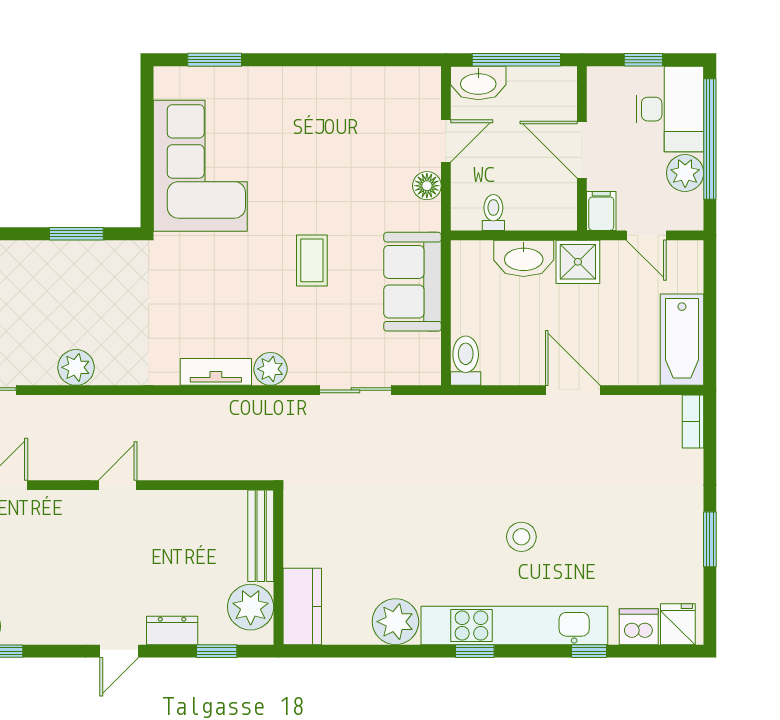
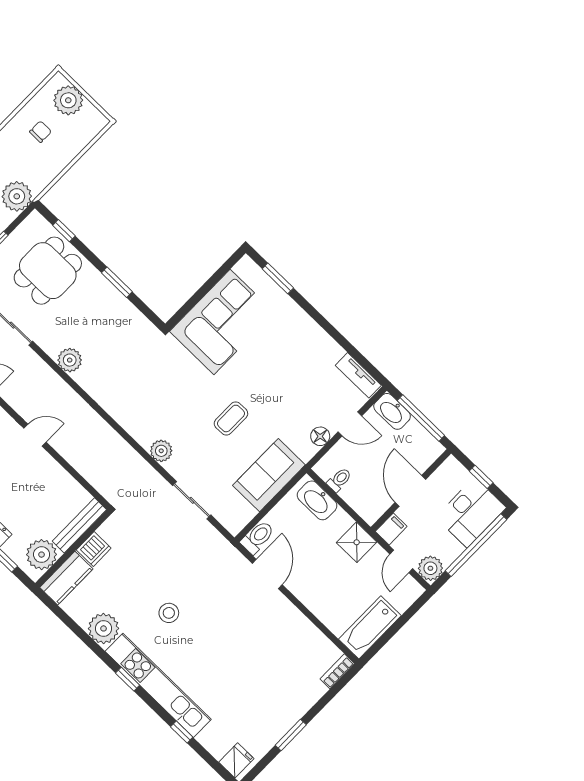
plant: (685, 173) -> (430, 568), moved
window: (76, 234) -> (117, 282), moved
washbasin: (524, 258) -> (317, 500), moved
tv unit: (216, 372) -> (358, 375), moved, turned 180
door: (573, 390) -> (267, 574), moved
stool: (521, 537) -> (169, 613), moved
dishwasher: (639, 627) -> (94, 549), moved, turned 90

